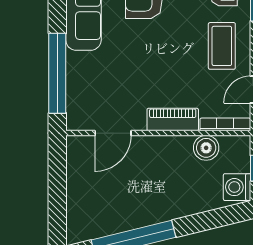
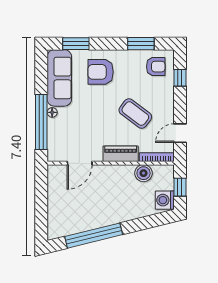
coffee table: (222, 46) -> (135, 114), moved, turned -53
floor lamp: (73, 59) -> (52, 112), added

